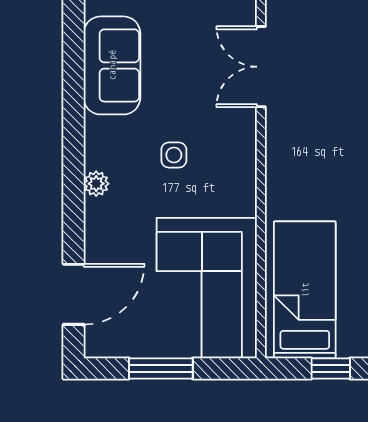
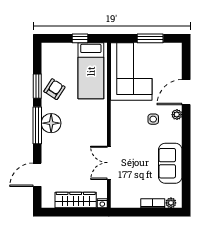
double door: (261, 67) -> (109, 163), swing flipped
side table: (174, 155) -> (153, 119), moved
door: (74, 294) -> (186, 92), moved

